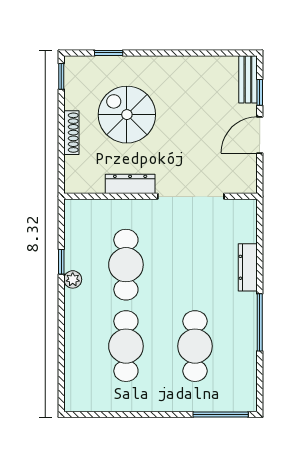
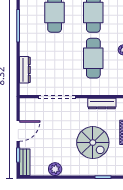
plant: (194, 67) -> (55, 169), added
dresser: (130, 184) -> (102, 104), moved
dresser: (248, 267) -> (25, 70), moved

